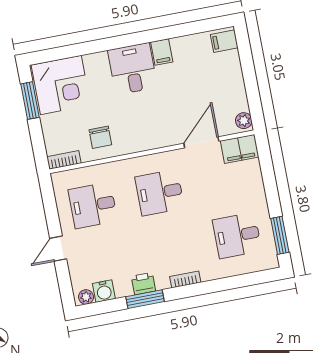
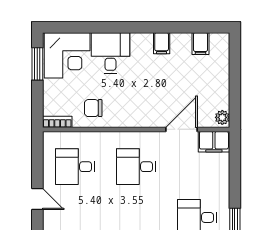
filing cabinet: (224, 41) -> (200, 44), moved, turned -90
desk: (133, 69) -> (110, 53), moved
chair: (100, 137) -> (93, 108), turned 90
door: (58, 249) -> (37, 199), swing flipped

